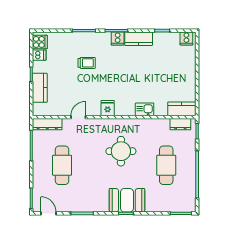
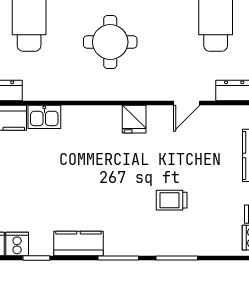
cooker: (118, 38) -> (17, 244), moved
kitchen sink: (145, 109) -> (44, 117), moved

